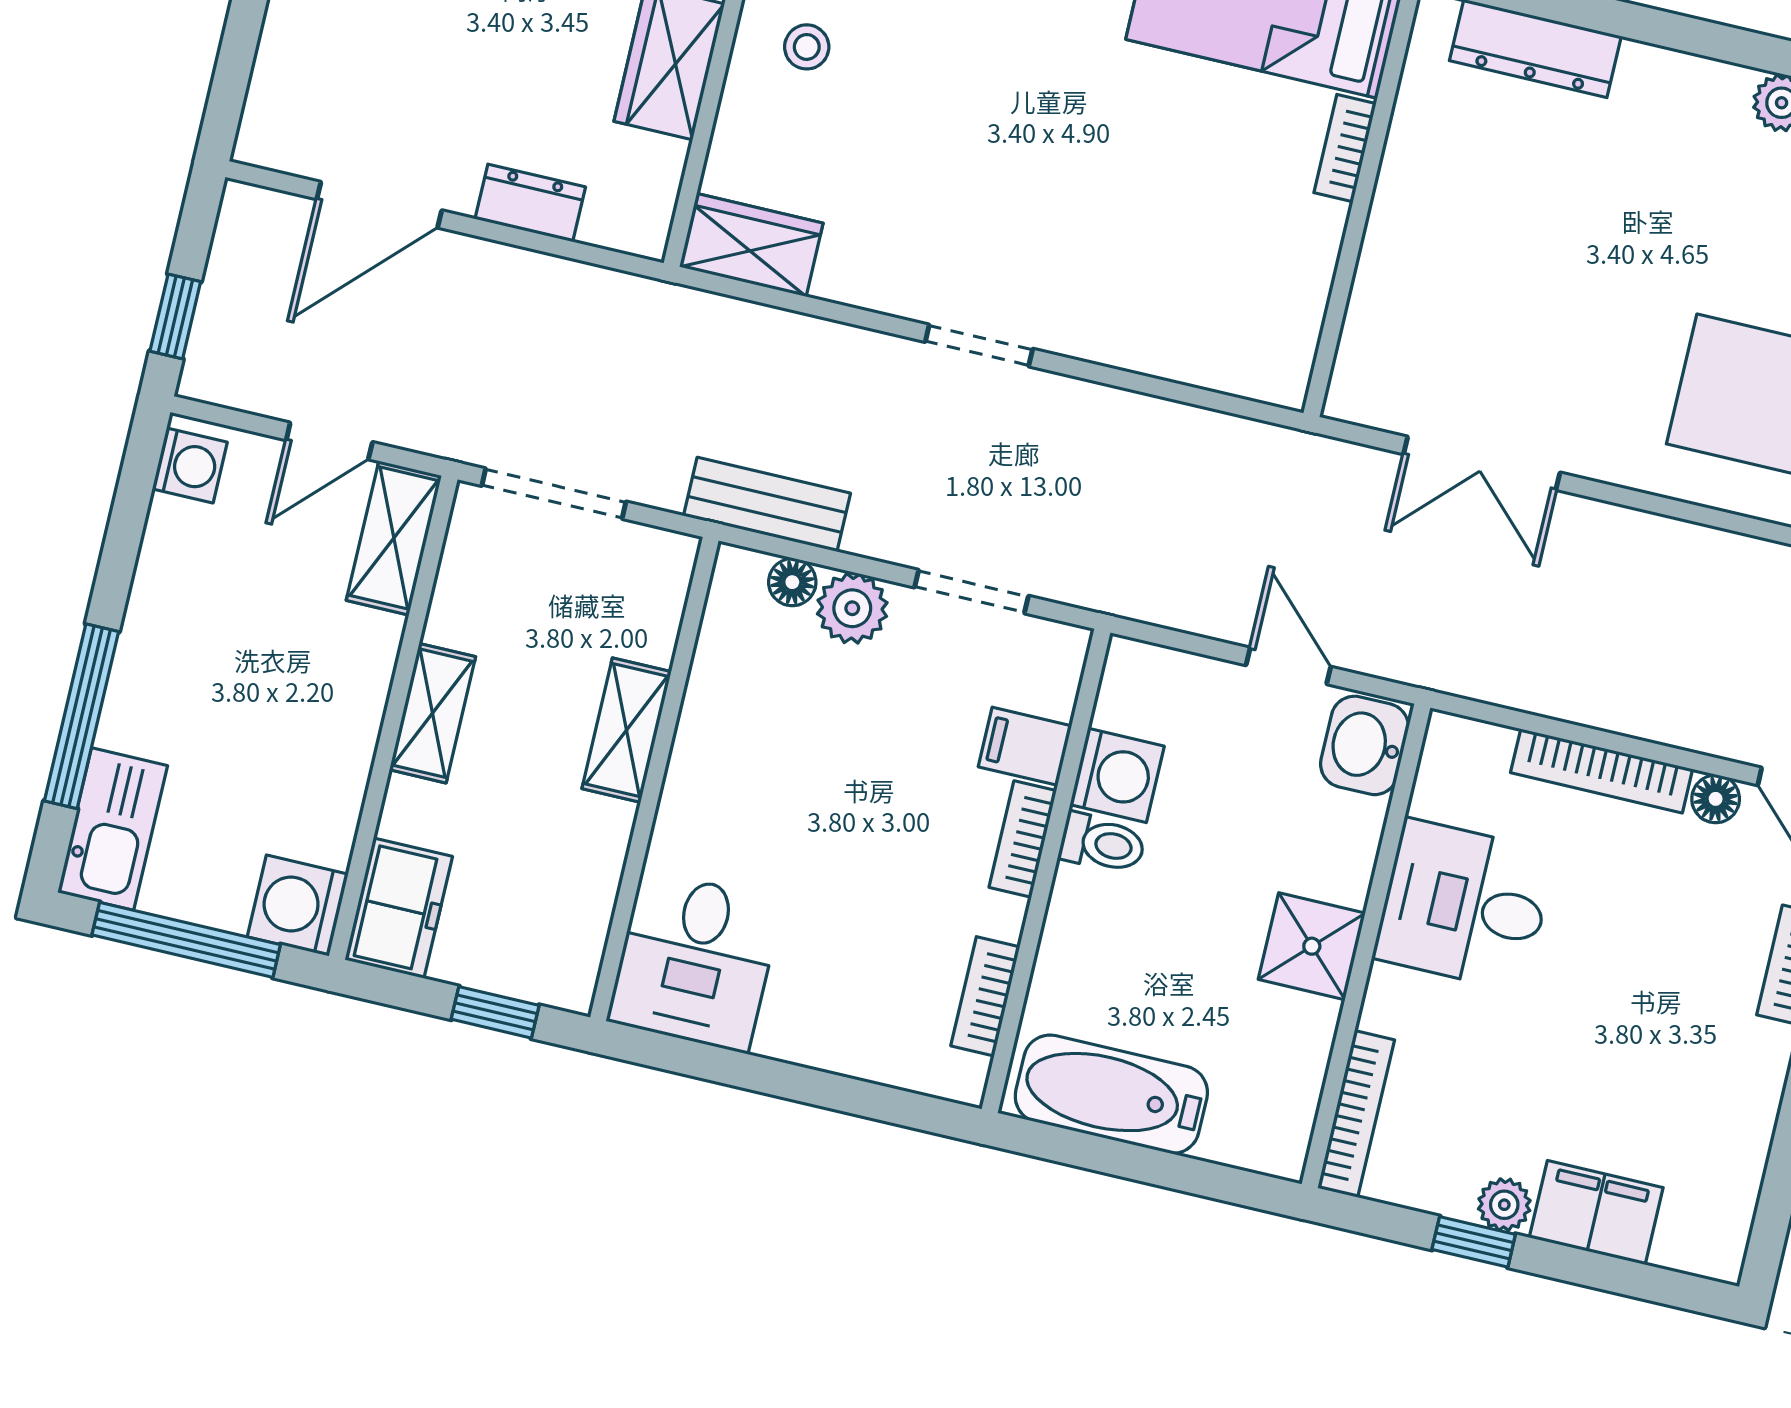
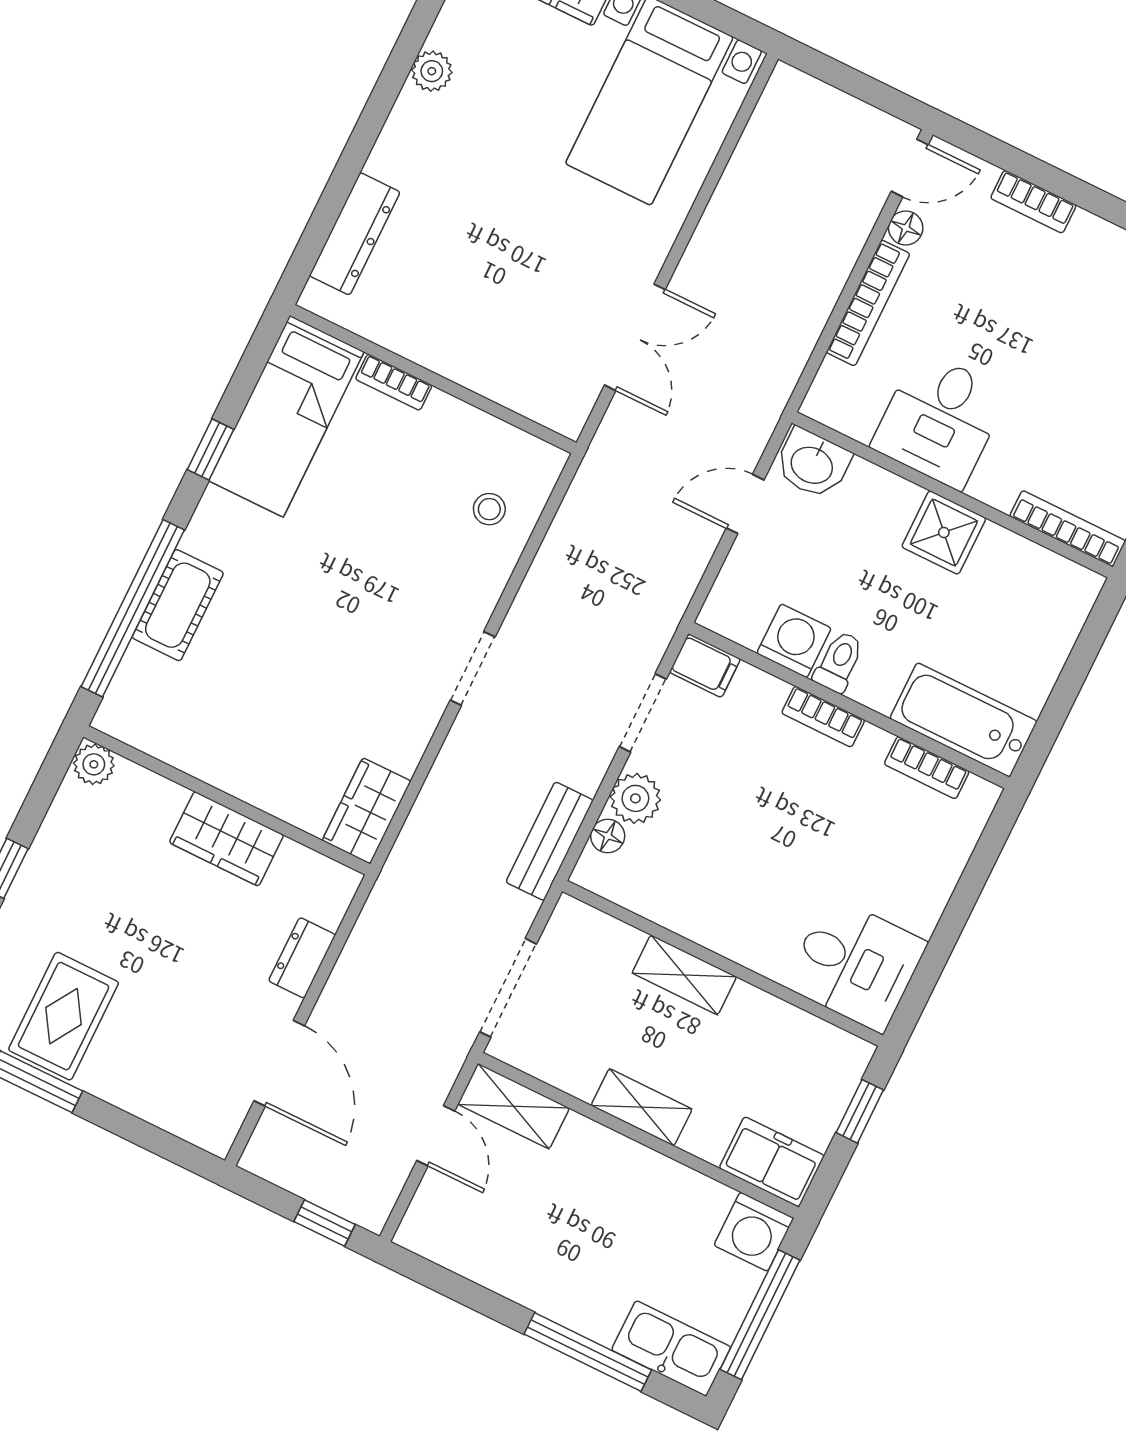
stool: (807, 47) -> (489, 509), moved
washing machine: (190, 465) -> (430, 1237), removed
filing cabinet: (1025, 746) -> (705, 666), moved, turned -90
bathtub: (1111, 1094) -> (964, 720), moved, turned 90

